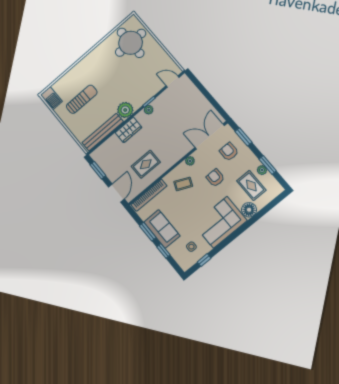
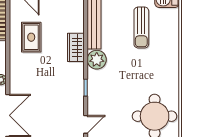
plant: (149, 110) -> (79, 81), removed

